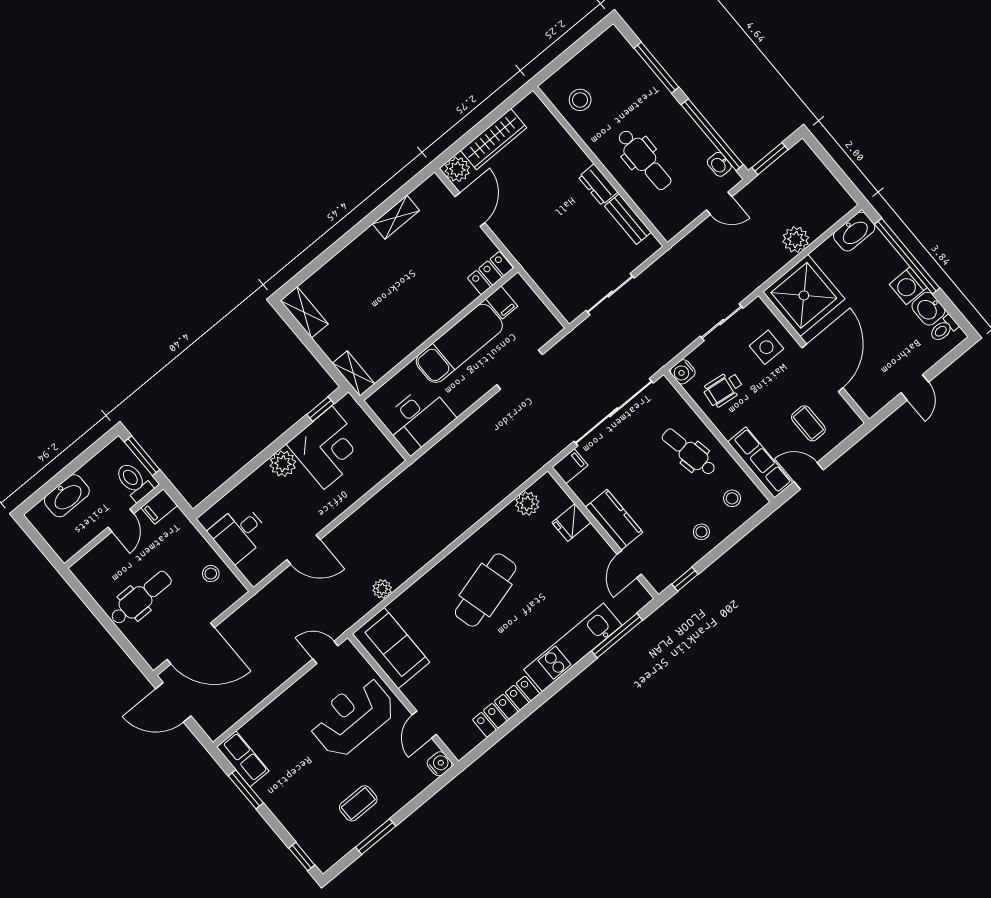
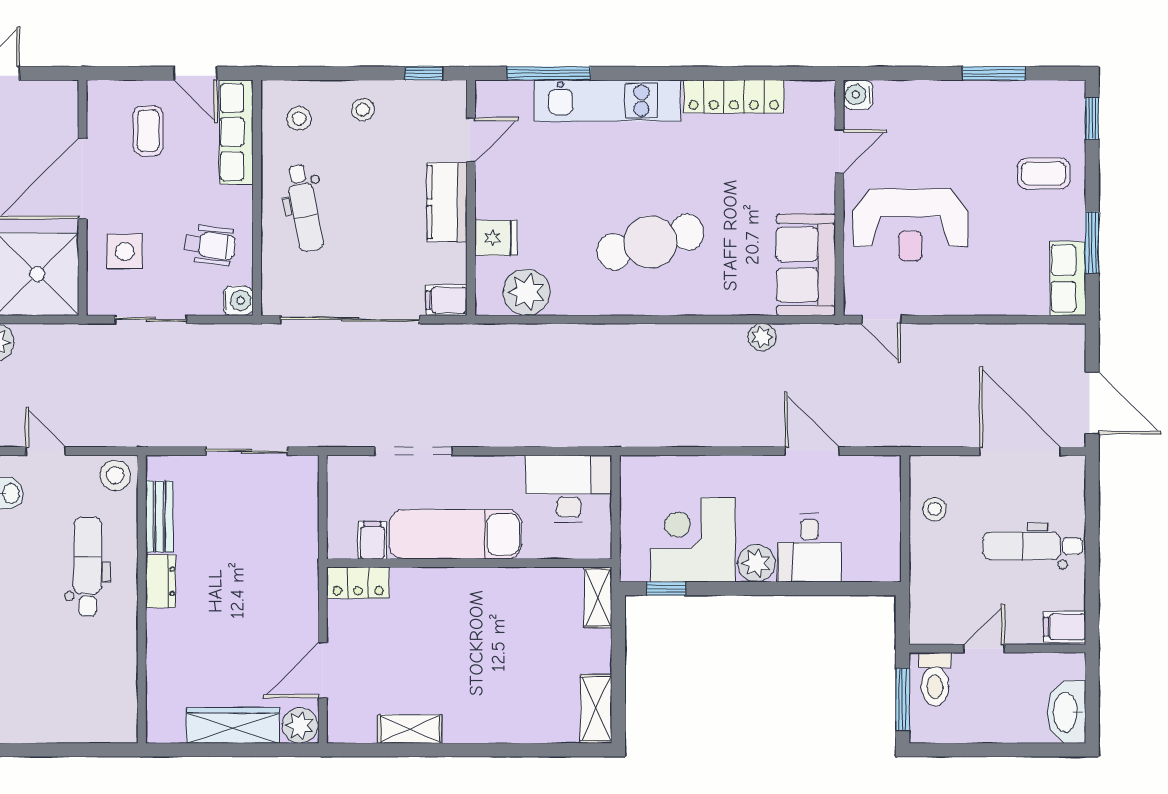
stool: (580, 100) -> (115, 475), moved
washbasin: (67, 496) -> (1066, 712), moved, turned -90
plant: (527, 504) -> (527, 292), width x1.36, depth x1.36
filing cabinet: (159, 507) -> (1065, 627), moved, turned 180
desk: (239, 533) -> (809, 548), moved, turned 90
coffee table: (358, 803) -> (1044, 173), moved

